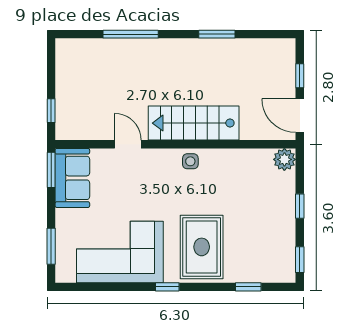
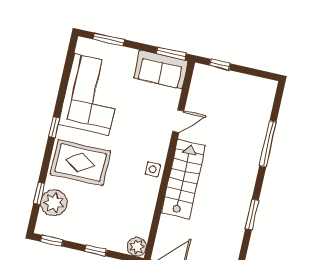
plant: (255, 267) -> (54, 203), added

